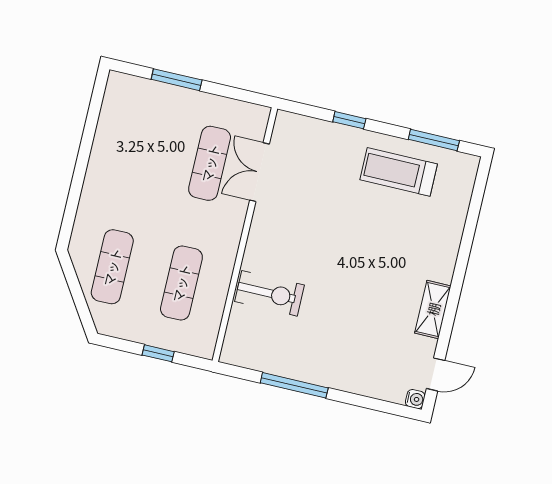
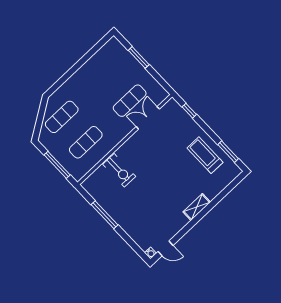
window: (349, 120) -> (189, 111), moved
shelving: (433, 309) -> (197, 207), moved
window: (158, 353) -> (57, 165), width x2.17

